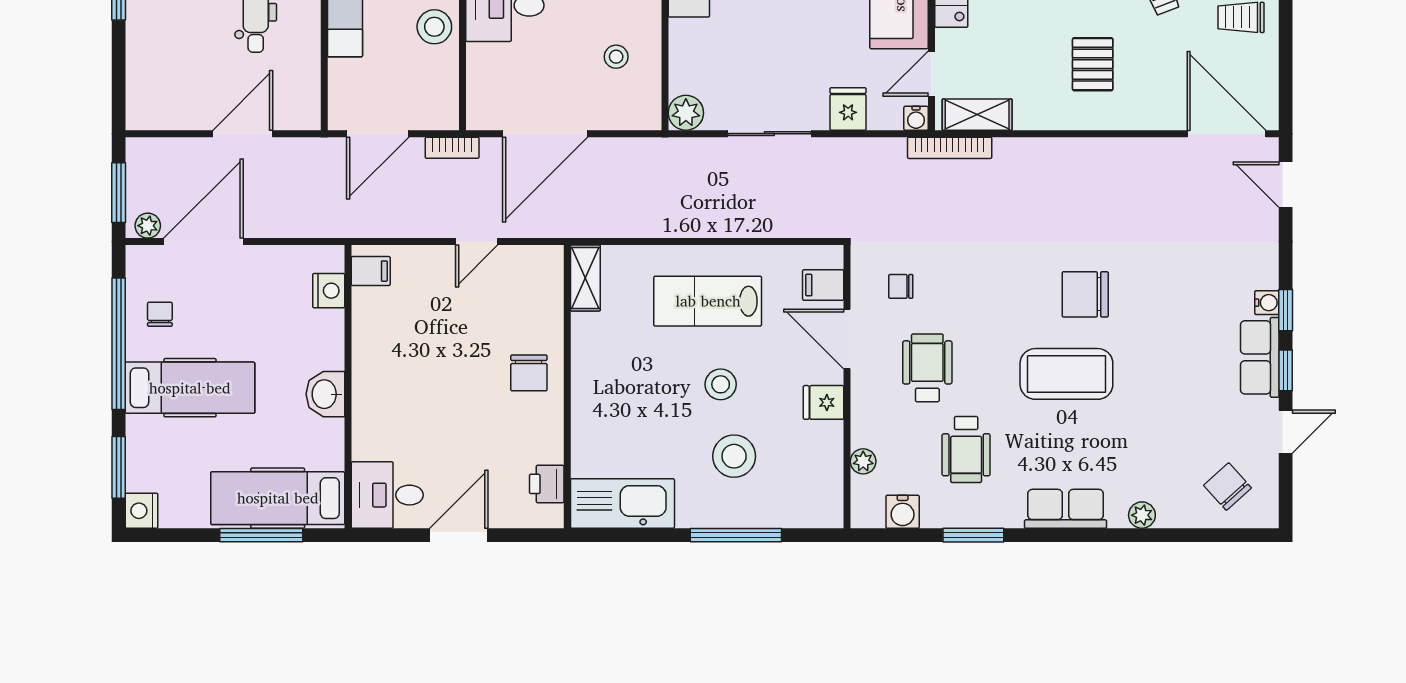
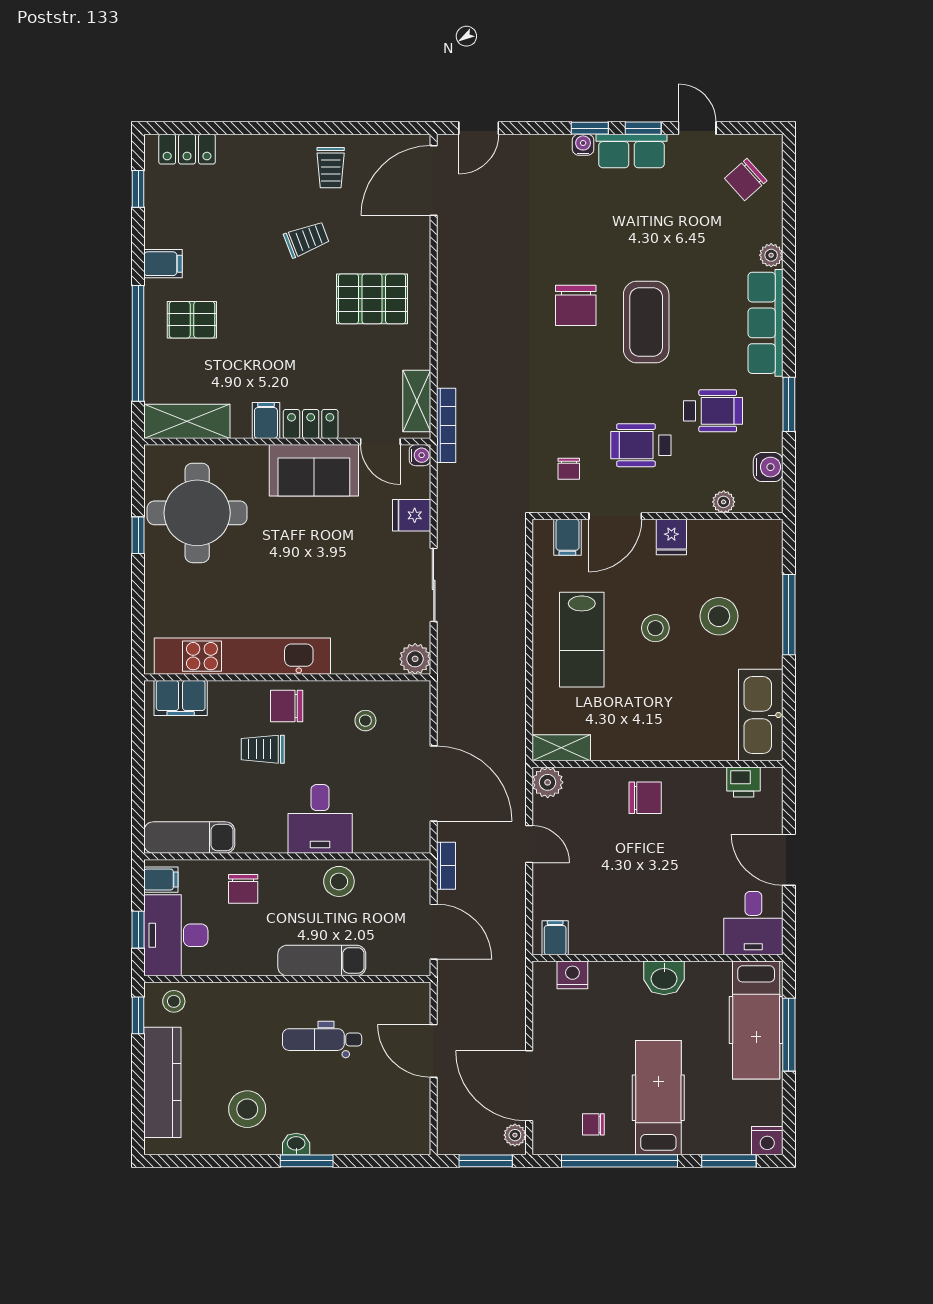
pallet: (1093, 64) -> (372, 299), width x1.50, depth x1.42
plant: (546, 262) -> (548, 782), added
row of seats: (1066, 509) -> (765, 323), width x1.48

